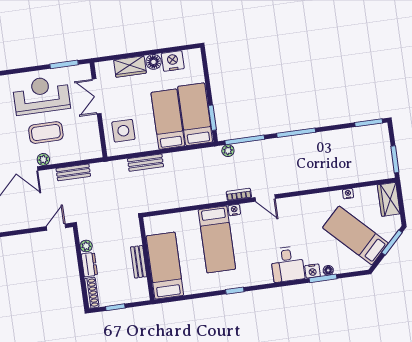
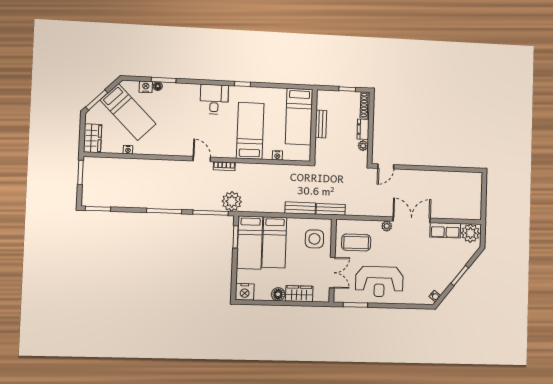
nightstand: (173, 61) -> (245, 292), moved
coffee table: (46, 133) -> (356, 242), moved
plant: (228, 151) -> (232, 201), width x1.87, depth x1.87
bench: (73, 172) -> (331, 209), moved
nightstand: (234, 210) -> (277, 155), moved
desk: (287, 264) -> (214, 99), moved
nightstand: (312, 271) -> (146, 87), moved

